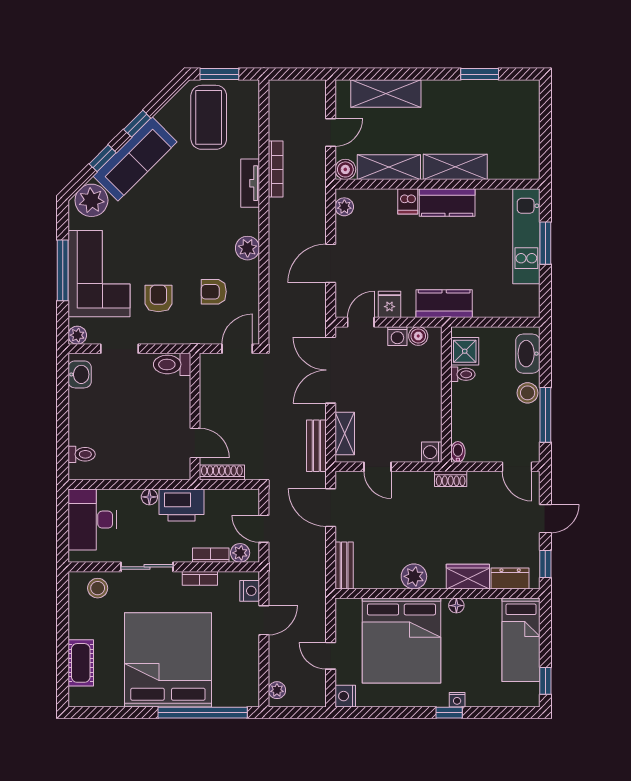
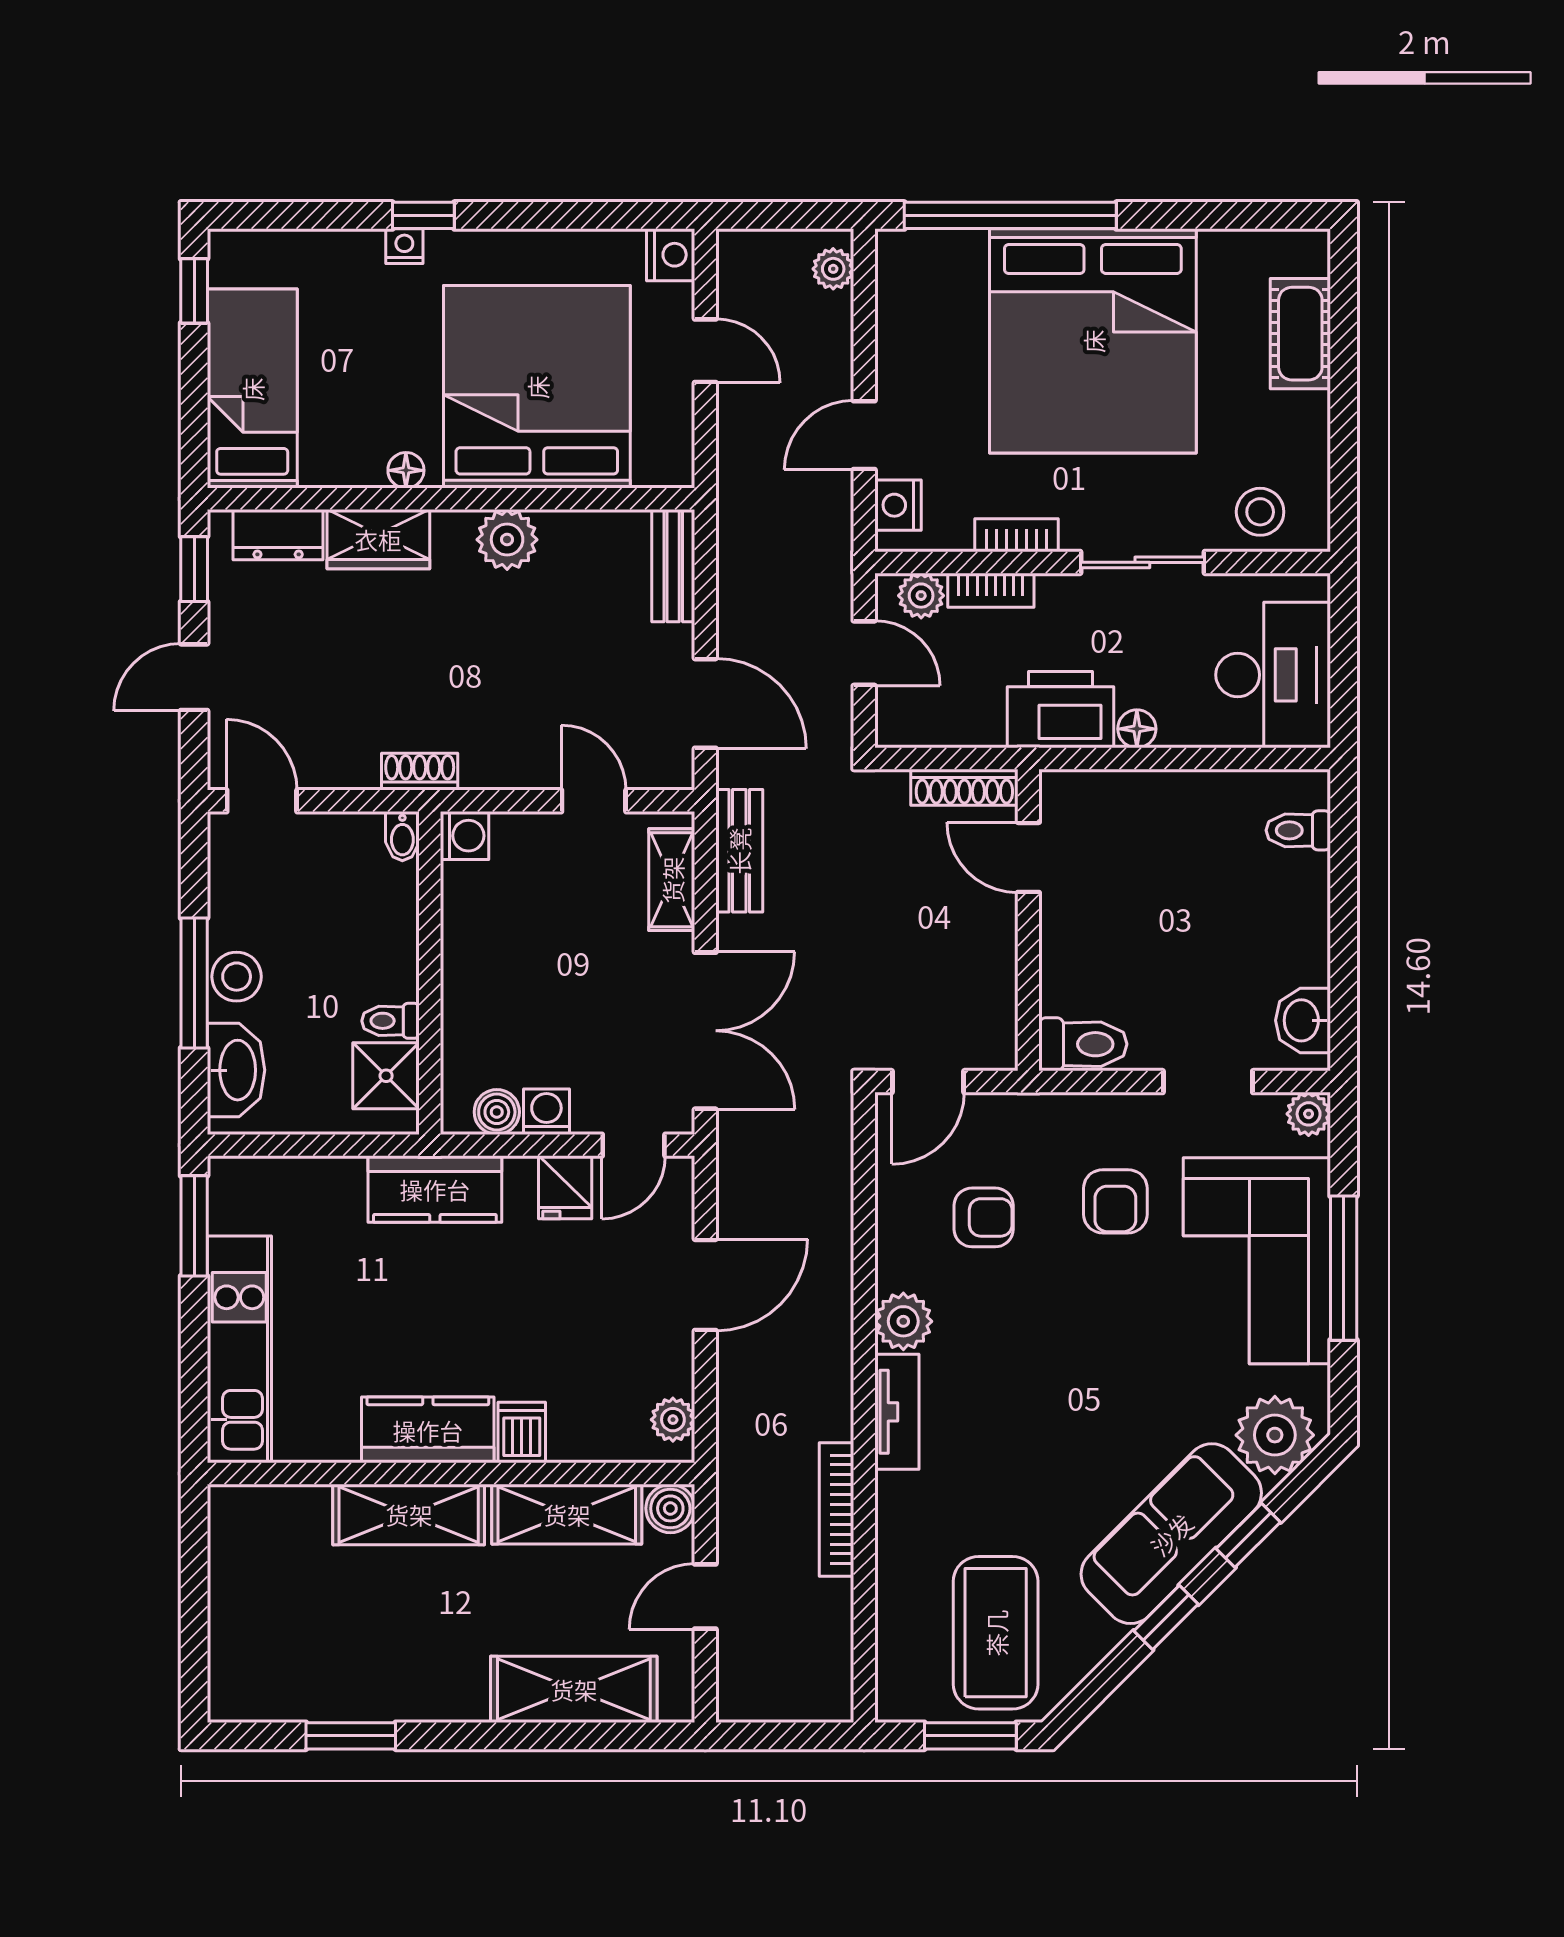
tv unit: (250, 183) -> (897, 1412), moved
window: (545, 243) -> (194, 1226), moved
window: (545, 415) -> (194, 983), moved

